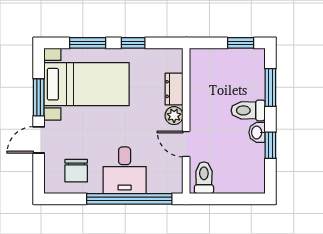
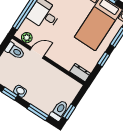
dresser: (174, 89) -> (80, 73), moved
toilet: (248, 110) -> (59, 111), moved
plant: (174, 116) -> (27, 38), moved

